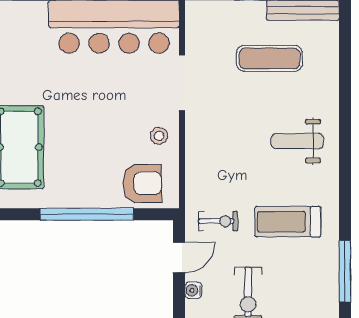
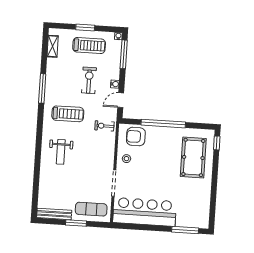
exercise mat: (270, 58) -> (91, 209), moved
weight bench: (297, 141) -> (61, 152), turned 90
exercise bike: (218, 221) -> (104, 126), moved

